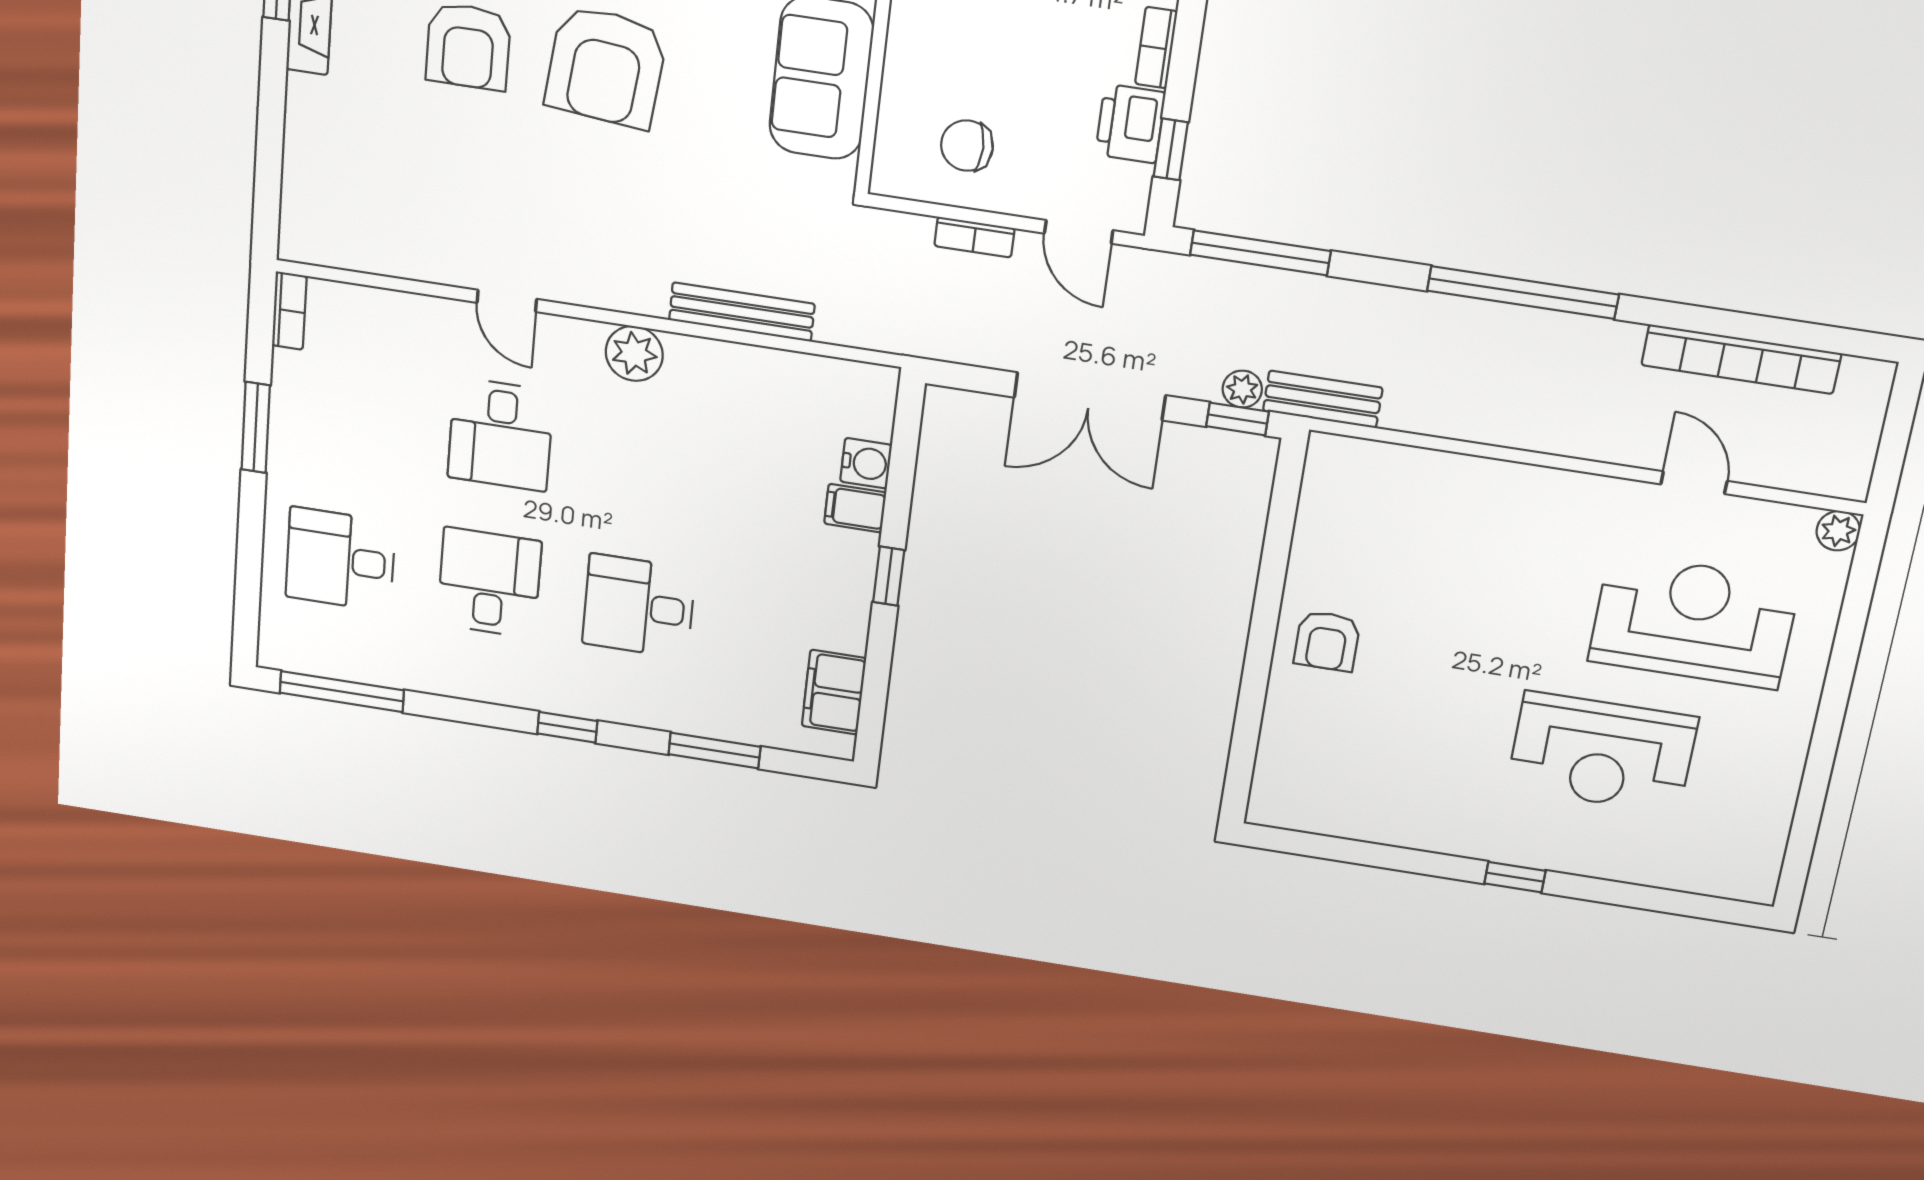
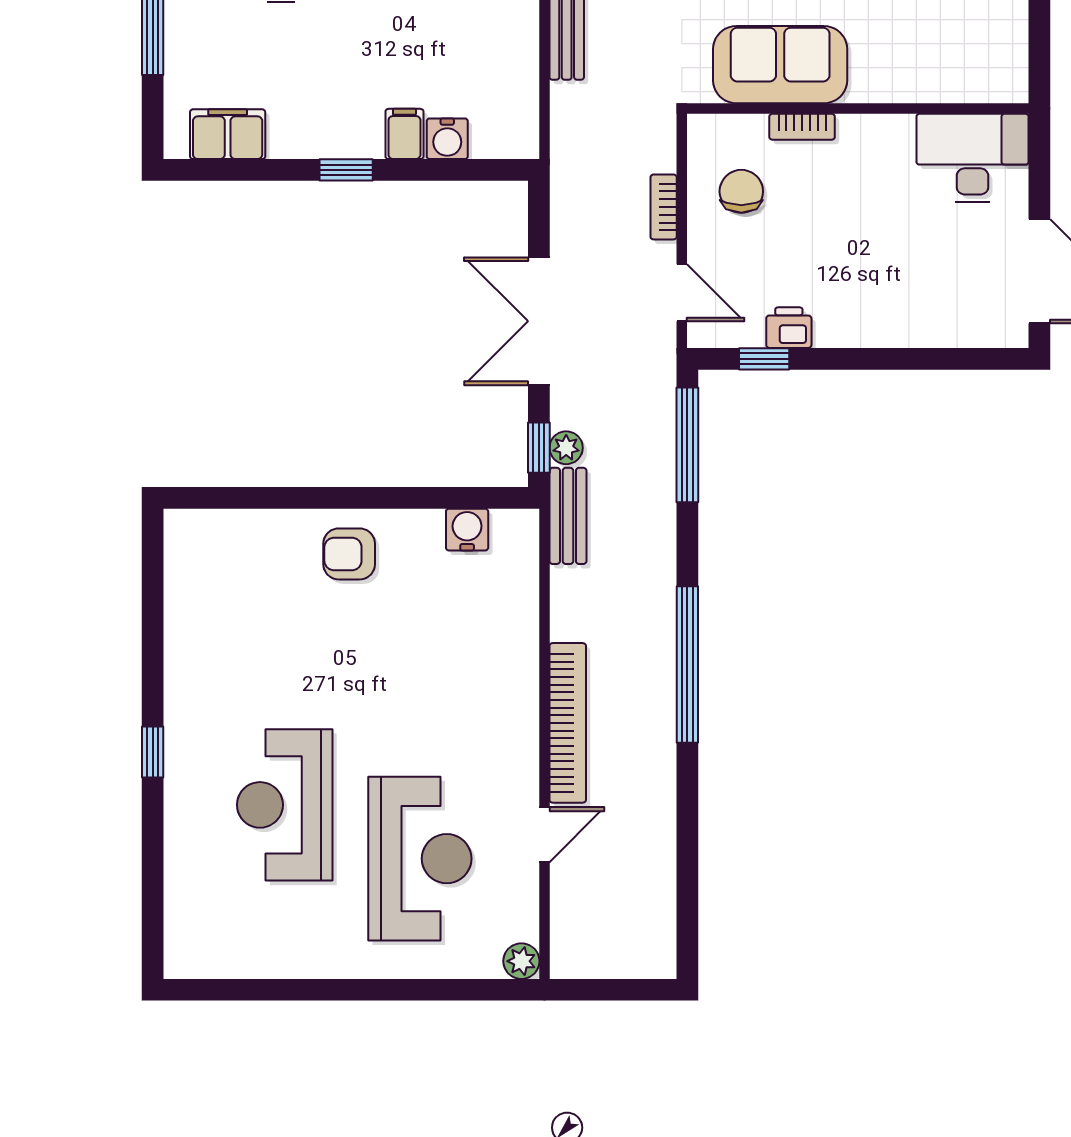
bookcase: (1156, 48) -> (802, 127), moved, turned 180
printer: (1130, 124) -> (789, 328), width x0.73, depth x0.81
door: (1079, 232) -> (682, 293), swing flipped
bookcase: (1741, 359) -> (568, 723), moved, turned 180
water cooler: (1320, 512) -> (467, 530), added

